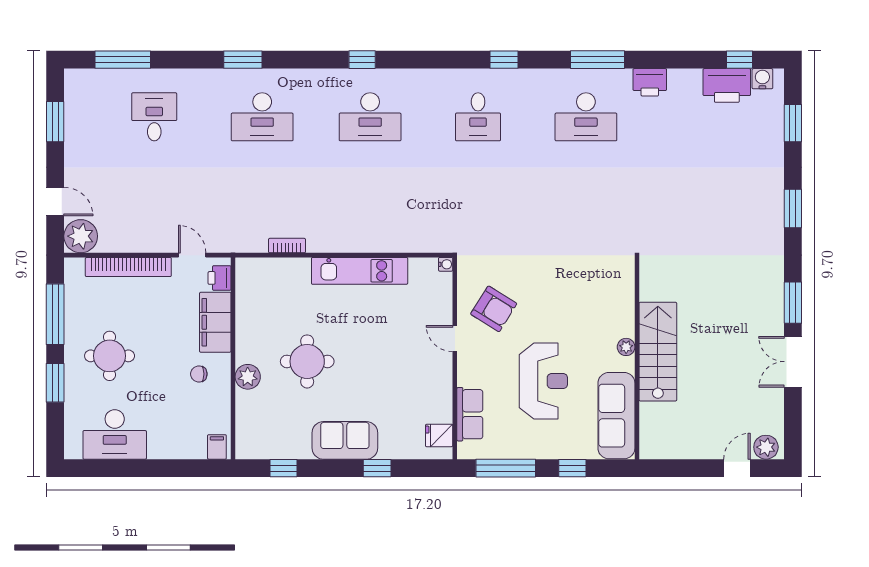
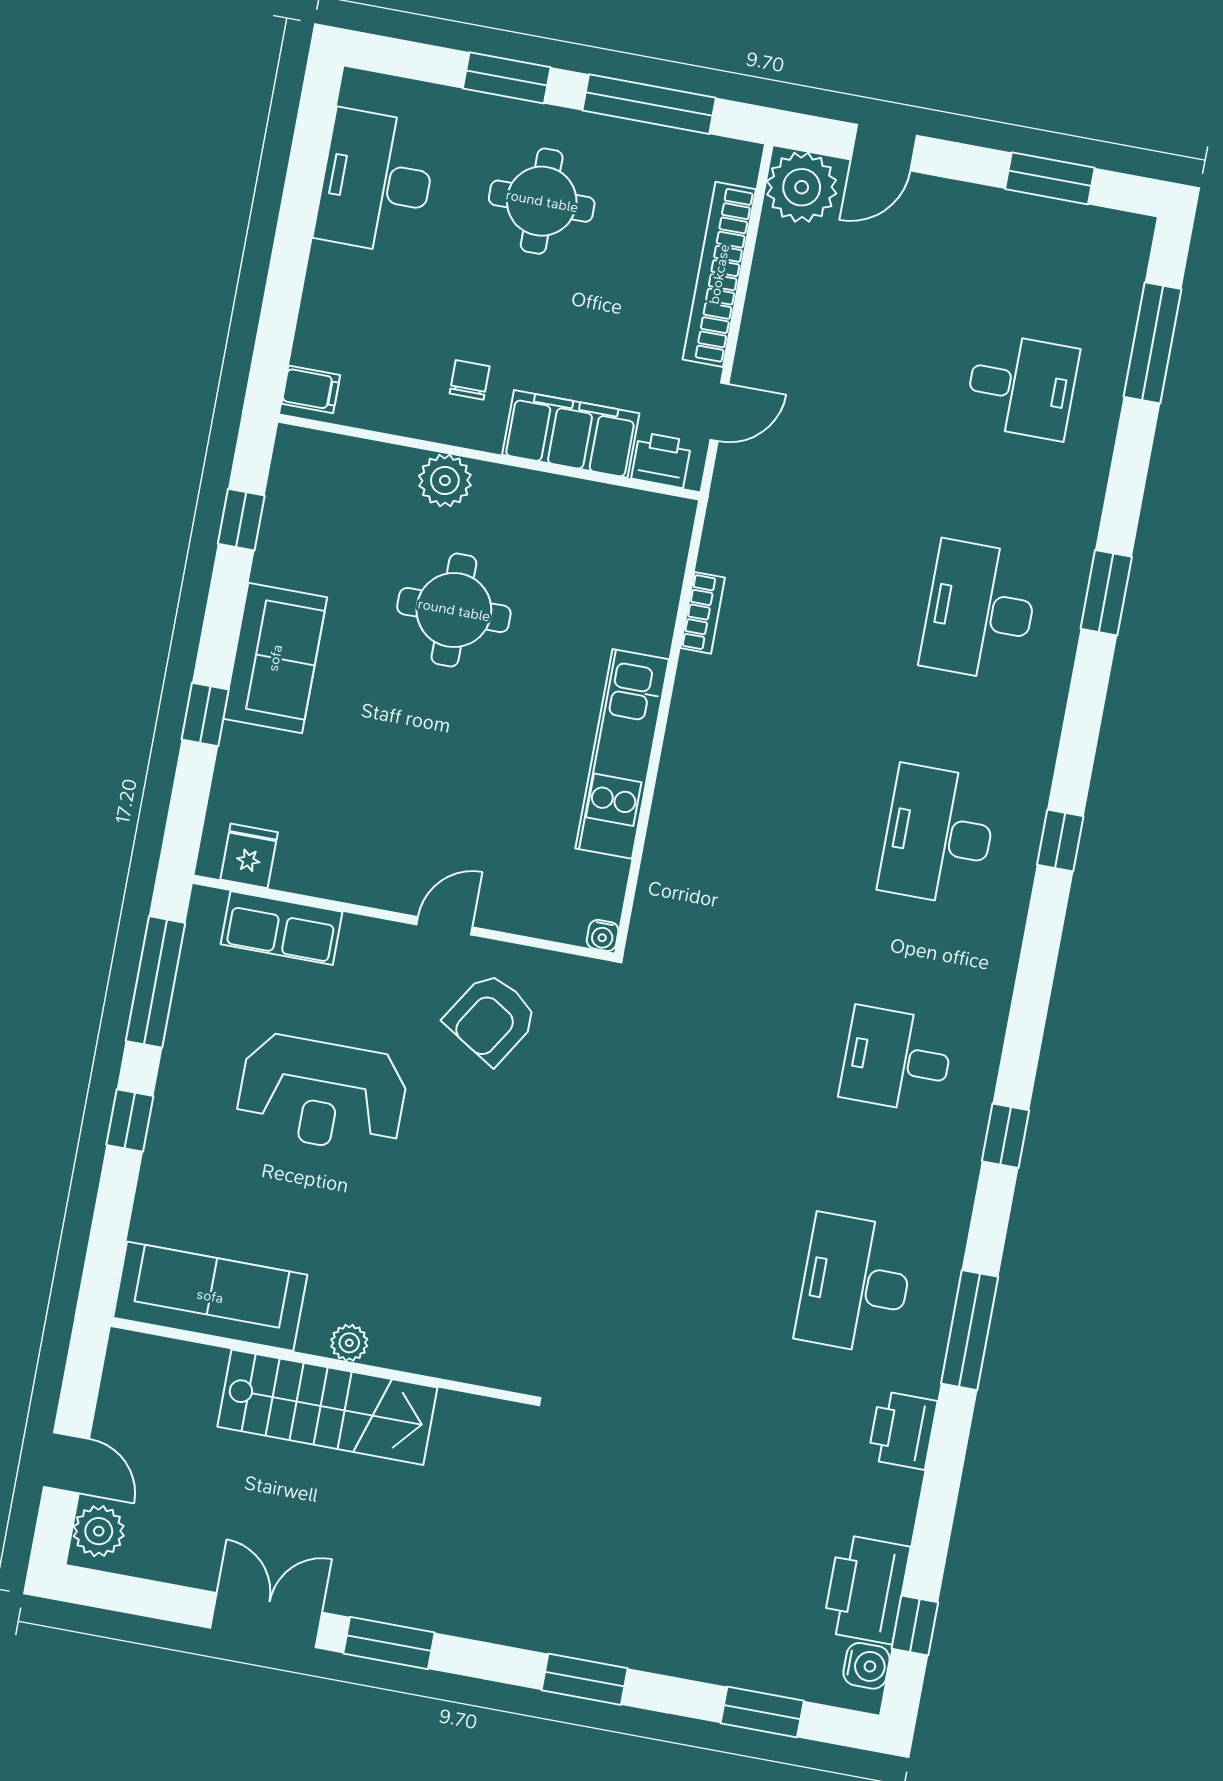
plant: (626, 347) -> (349, 1343), moved
stairs: (658, 352) -> (327, 1407), moved
wall: (637, 358) -> (321, 1361), moved
sofa: (616, 416) -> (210, 1296), moved

